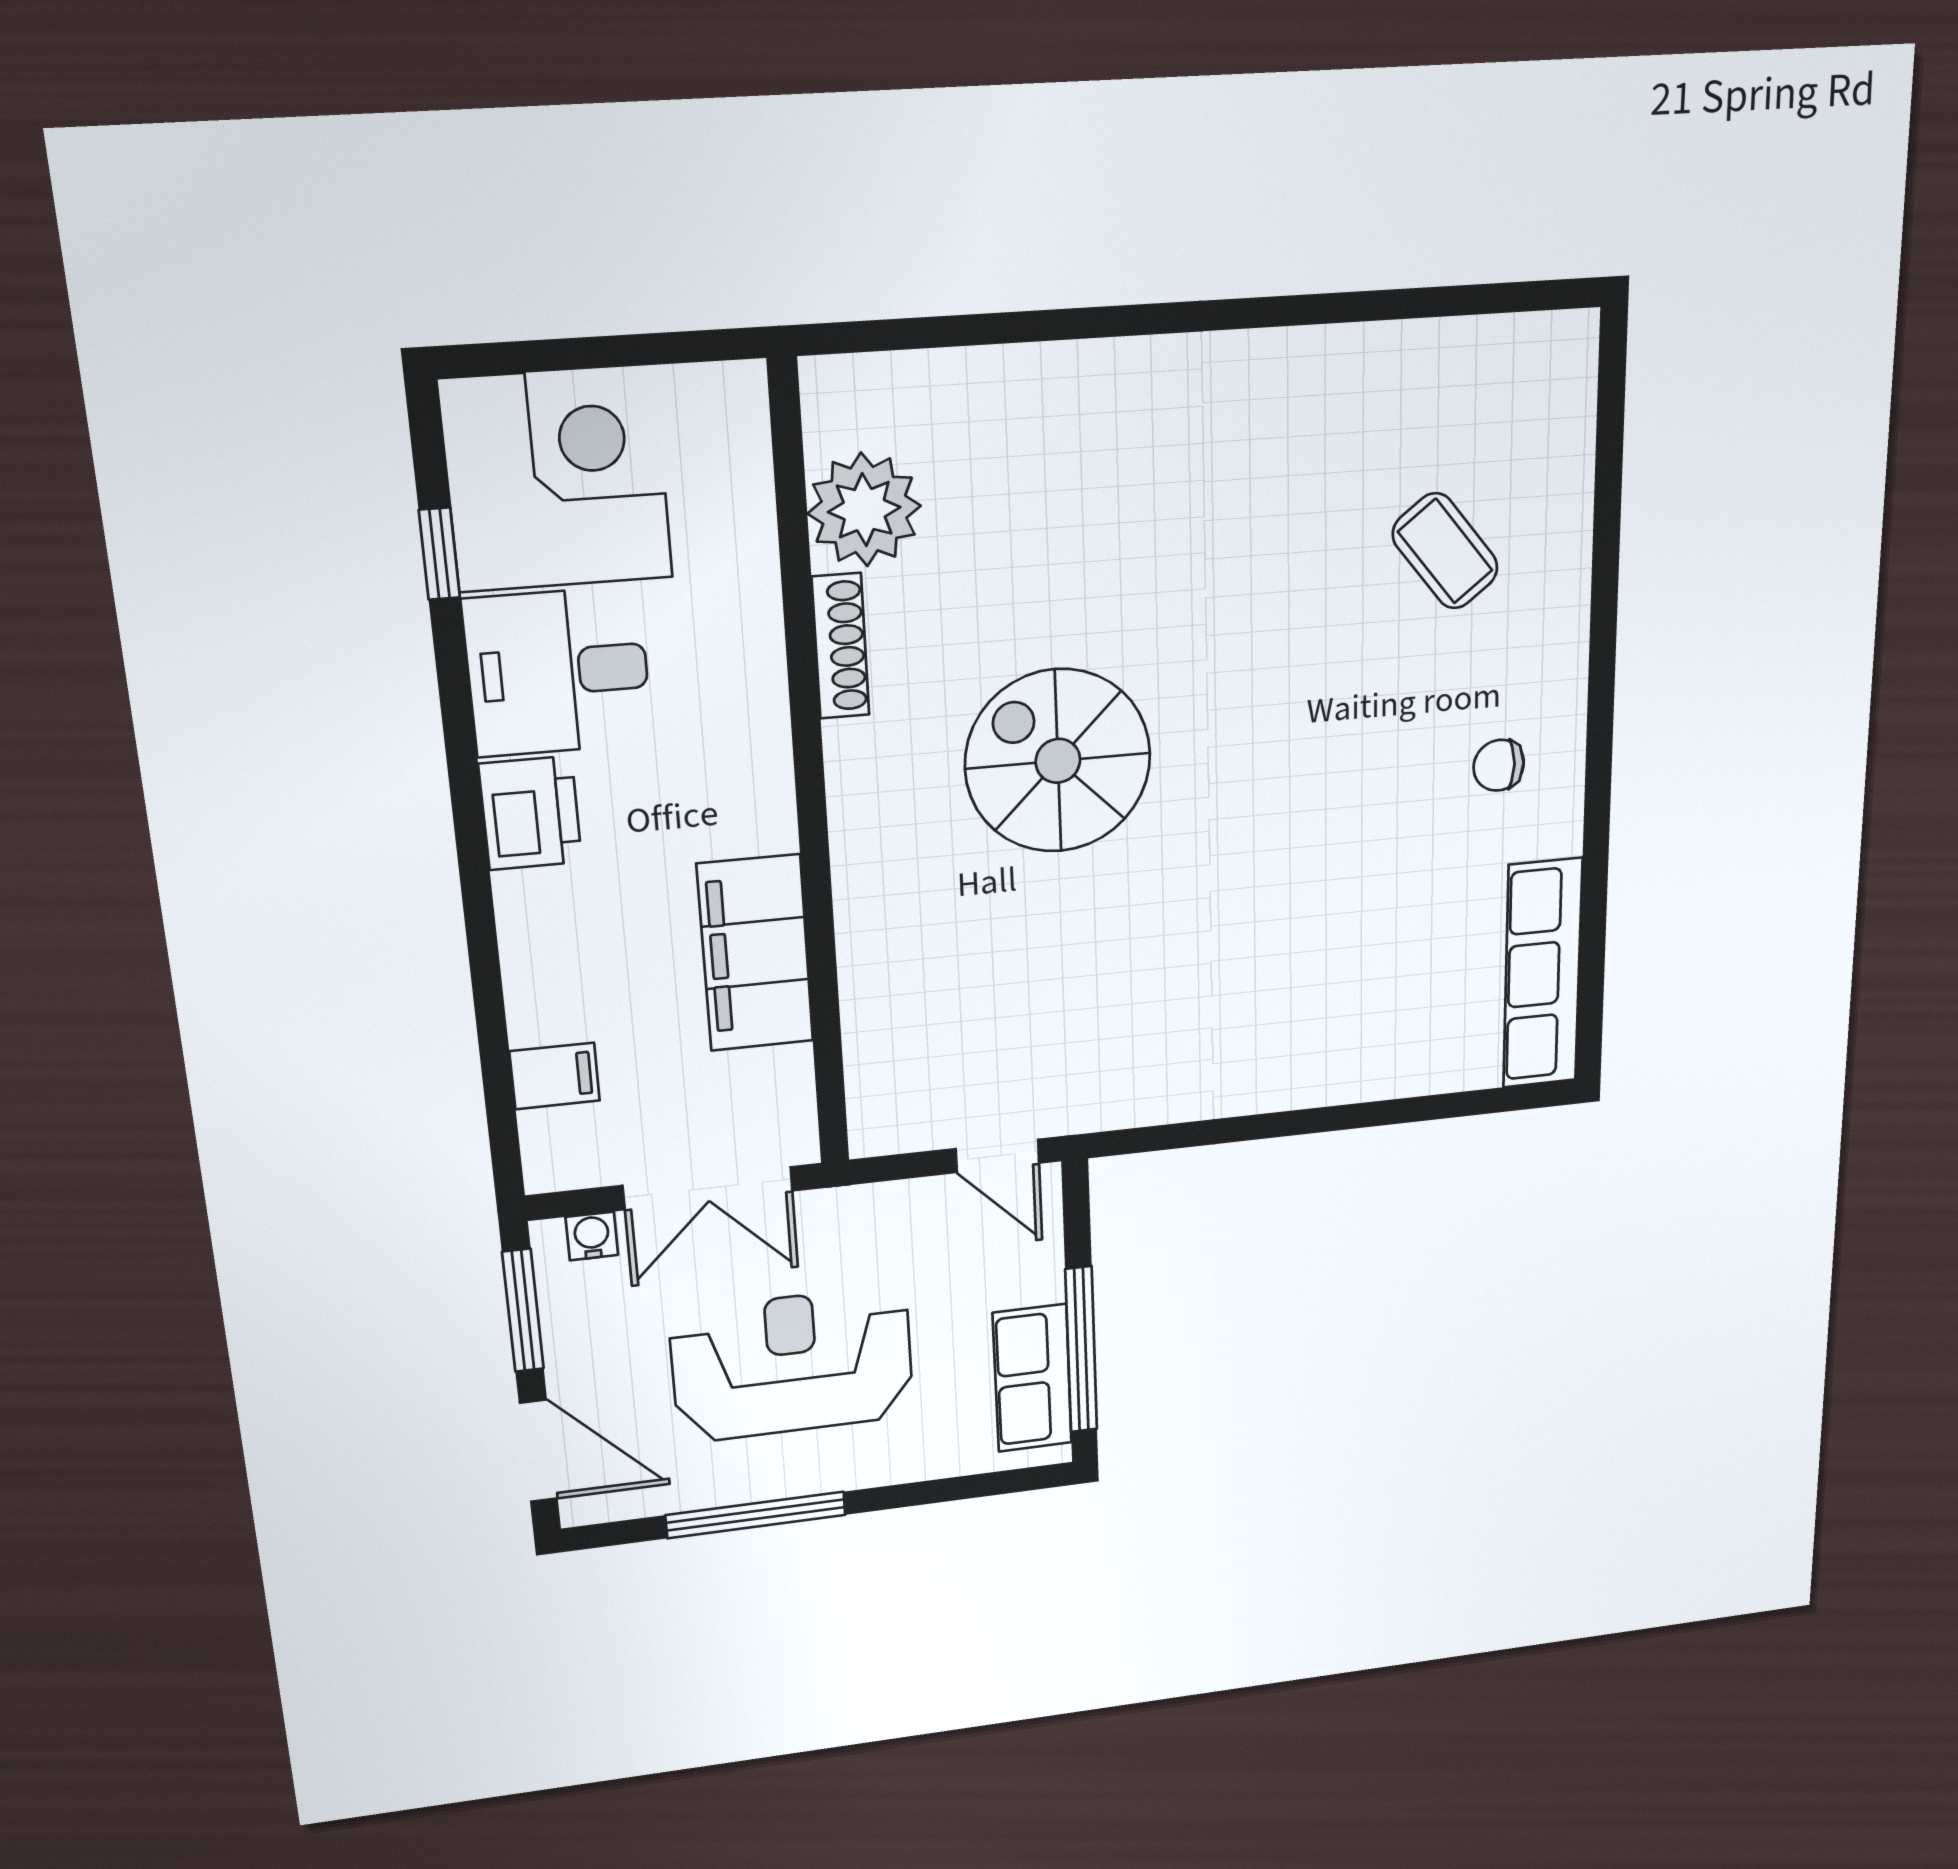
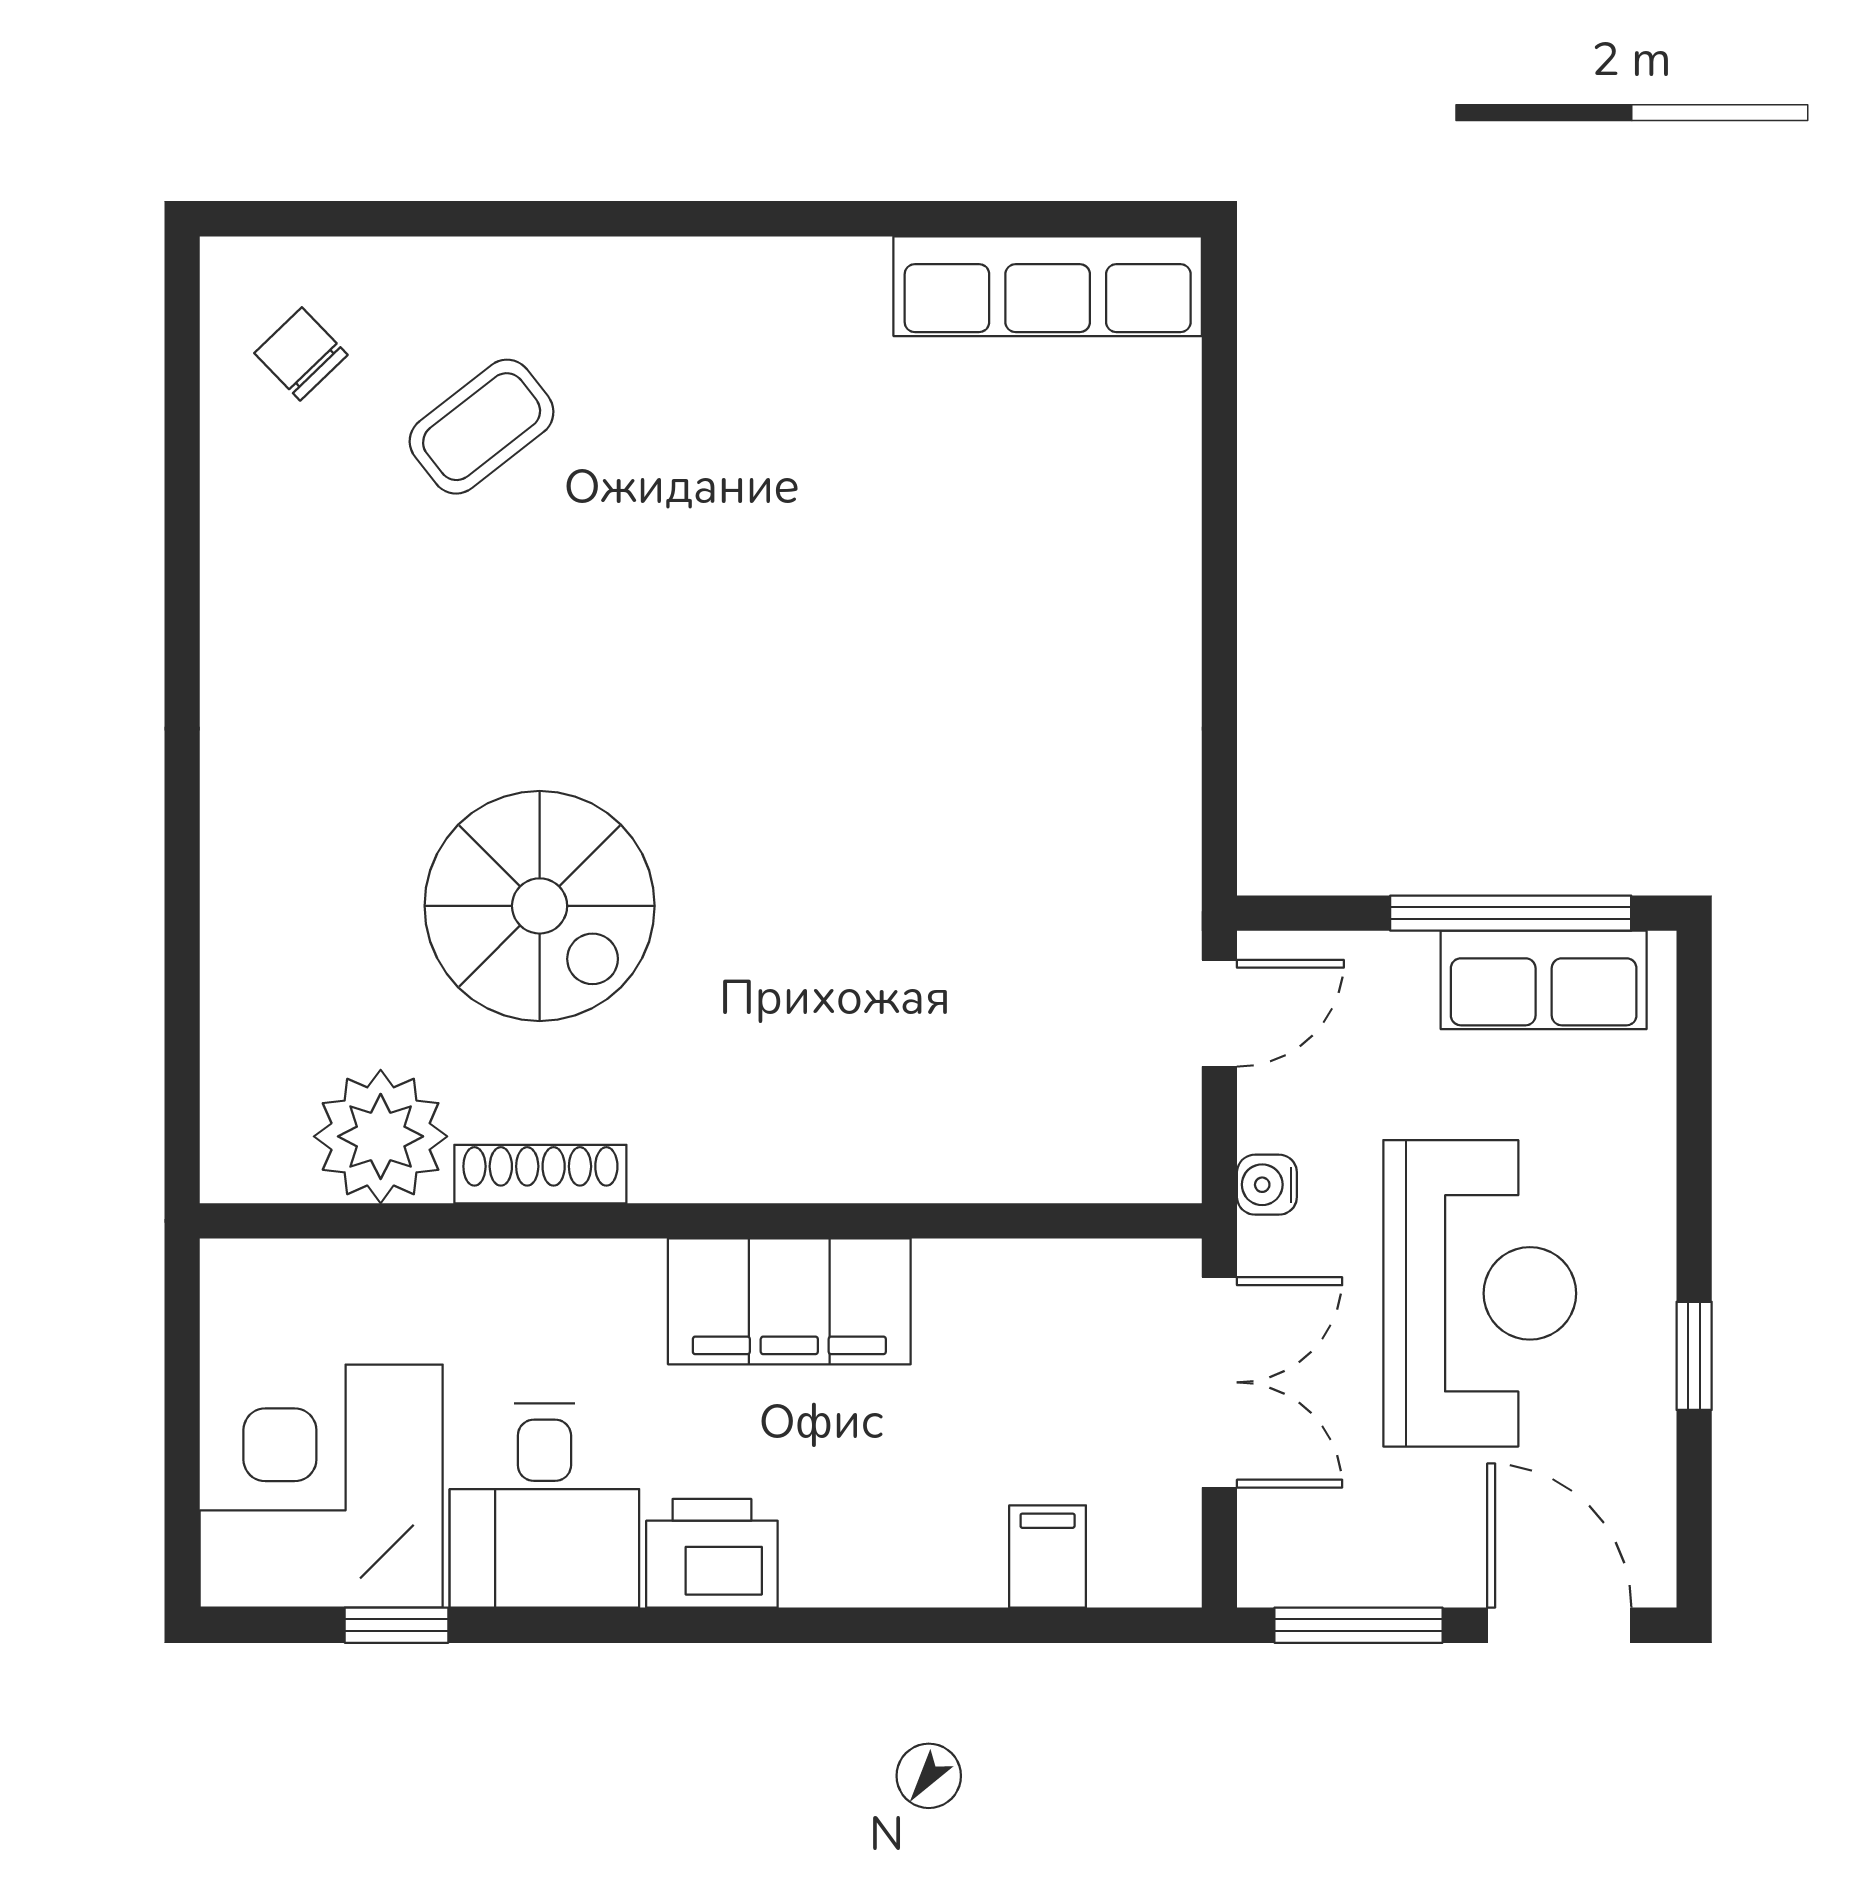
spiral stairs: (1058, 761) -> (540, 906), moved, turned -90
chair: (1499, 765) -> (301, 354), moved, turned 136
filing cabinet: (755, 953) -> (789, 1301), moved
water cooler: (592, 1236) -> (1267, 1185), moved
reception desk: (792, 1364) -> (1480, 1293), turned 180
door: (538, 1451) -> (1559, 1625), hinge flipped
window: (756, 1515) -> (1694, 1356), width x0.46

